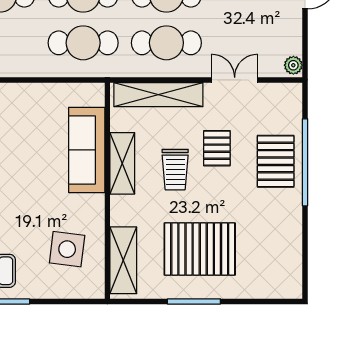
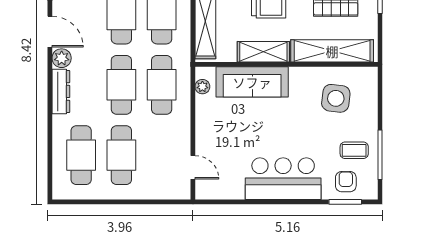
plant: (81, 91) -> (202, 87), added
shelving: (123, 260) -> (332, 51), width x1.47

